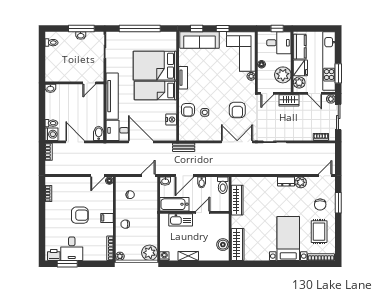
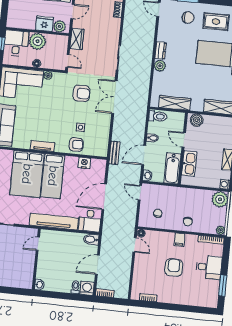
kitchen counter: (300, 47) -> (22, 22), removed
plant: (283, 75) -> (37, 41), moved
door: (89, 83) -> (38, 244), swing flipped
door: (184, 176) -> (144, 155), swing flipped
plant: (301, 182) -> (160, 66), moved
boiler: (223, 245) -> (197, 120), moved
desk: (72, 249) -> (209, 267), moved
printer: (54, 255) -> (212, 299), removed

